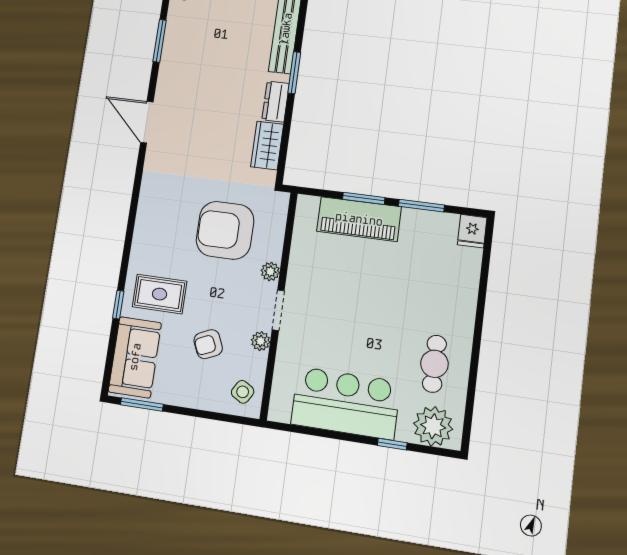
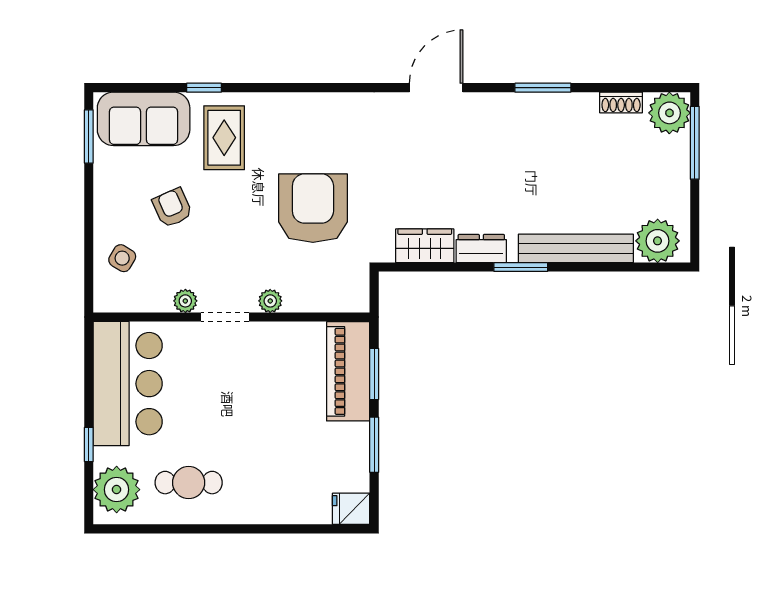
plant: (270, 272) -> (270, 301), moved
wall: (279, 305) -> (231, 317), moved
doorway: (278, 310) -> (225, 317), moved
plant: (261, 341) -> (185, 301), moved

